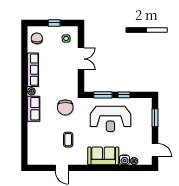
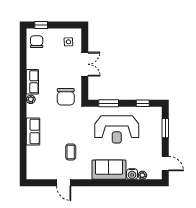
window: (54, 23) -> (41, 25), moved
row of seats: (33, 70) -> (32, 82), width x0.68
window: (124, 95) -> (143, 103), moved
chair: (65, 107) -> (66, 97), moved
row of seats: (34, 109) -> (33, 131), moved

